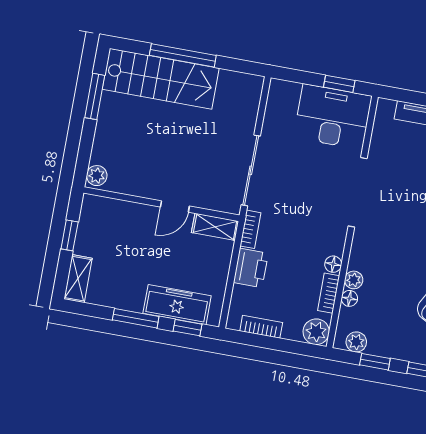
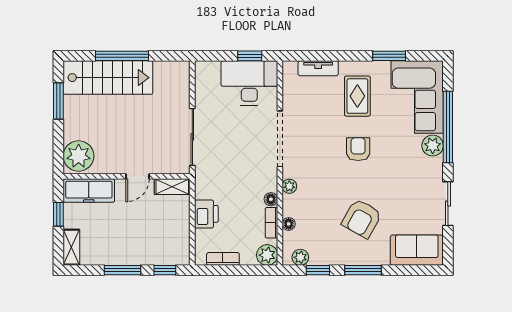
plant: (97, 176) -> (79, 156), width x1.87, depth x1.87
bookcase: (250, 229) -> (200, 184), removed
plant: (354, 280) -> (289, 186), moved
freezer: (177, 305) -> (89, 191), moved, turned 180

